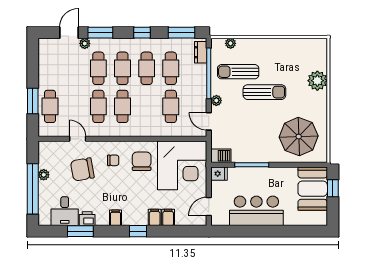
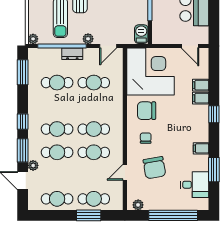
window: (142, 33) -> (23, 122), moved
plant: (231, 43) -> (33, 39), moved
dresser: (201, 52) -> (72, 54), moved
cafe table: (147, 68) -> (57, 199), moved
fridge: (219, 174) -> (158, 36), removed
plant: (44, 175) -> (138, 205), moved
filing cabinet: (116, 218) -> (201, 148), moved
printer: (87, 219) -> (202, 163), removed

